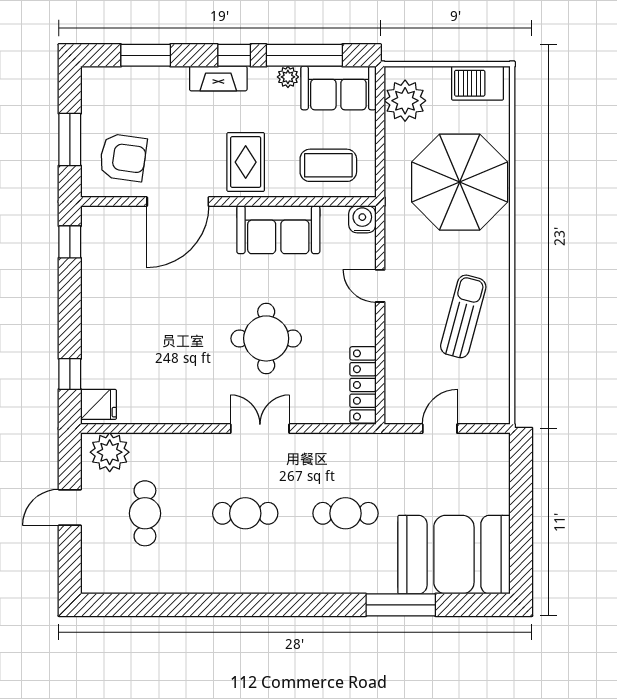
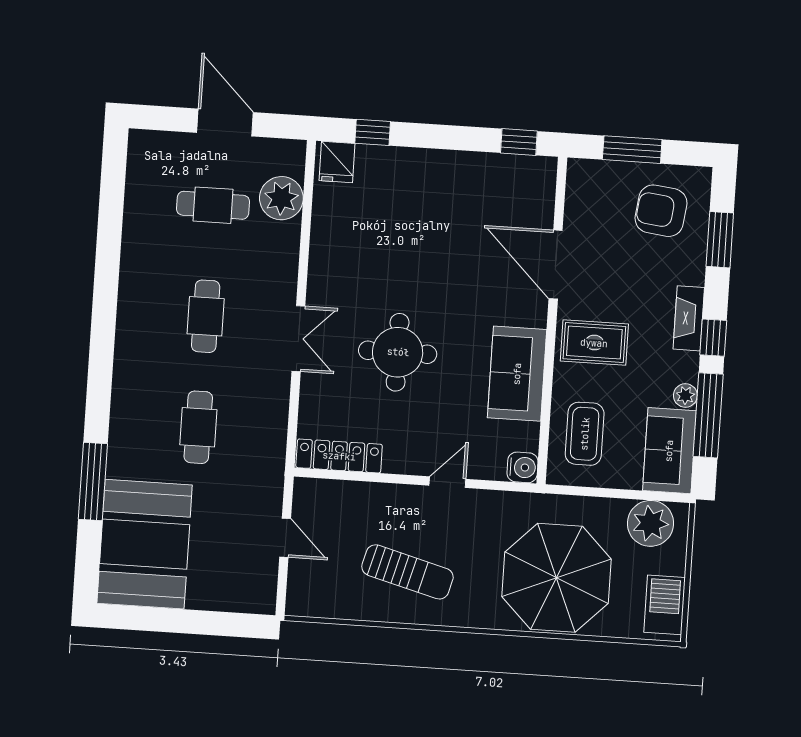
armchair: (123, 157) -> (661, 211), moved, turned 89
plant: (110, 452) -> (281, 198), moved
door: (70, 507) -> (225, 123), width x1.38

